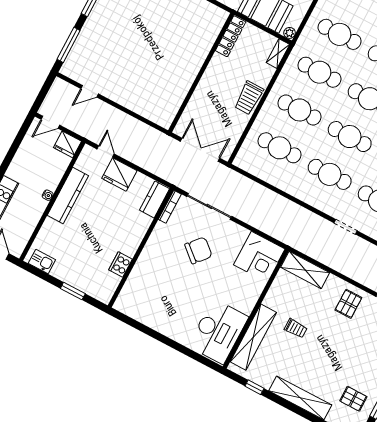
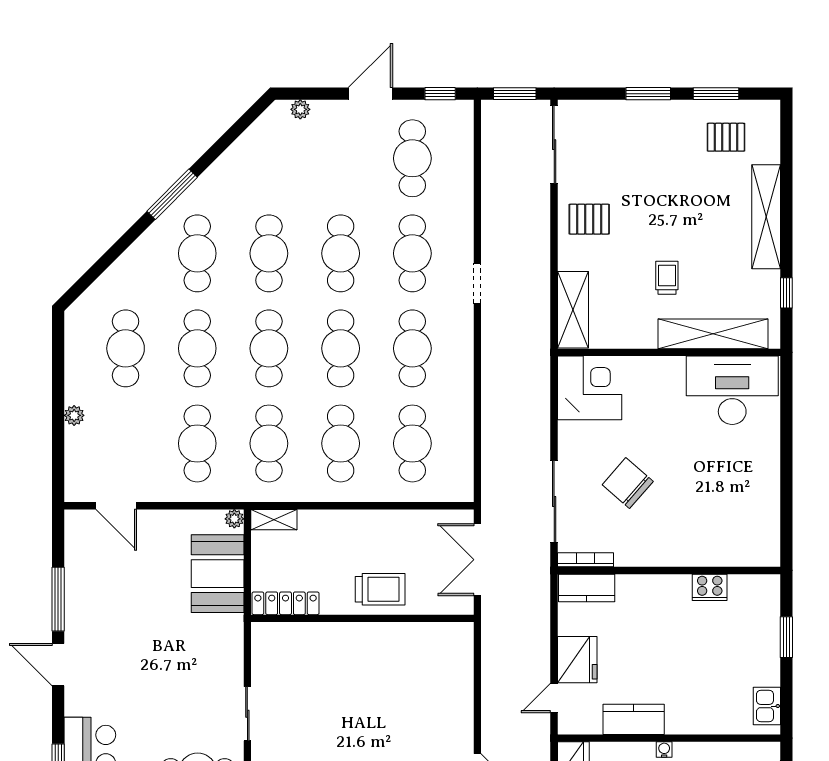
trolley: (249, 98) -> (380, 589), moved
kitchen counter: (68, 196) -> (634, 719), width x0.67
pallet: (353, 399) -> (726, 137), turned 90

